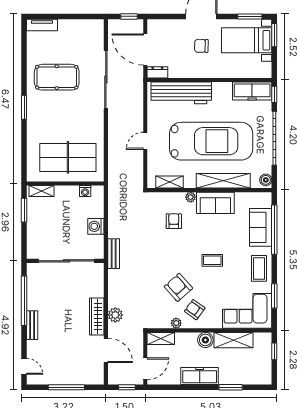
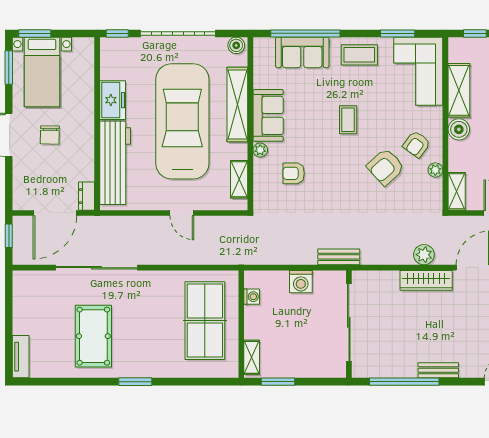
freezer: (252, 91) -> (113, 100), moved, width x0.71

